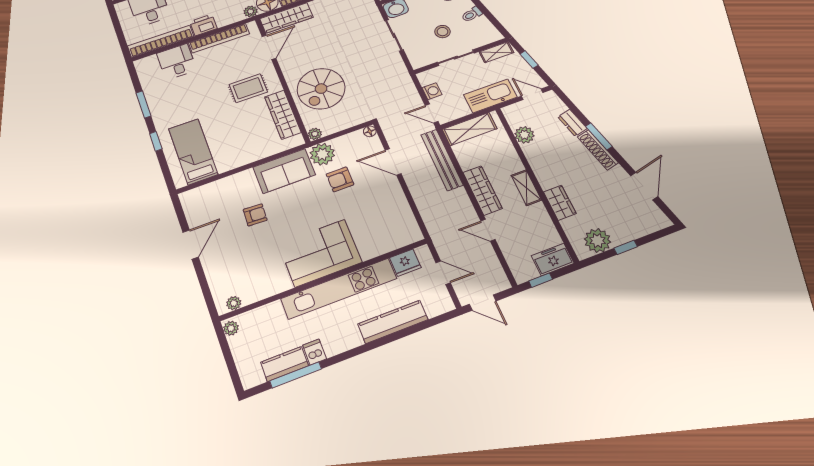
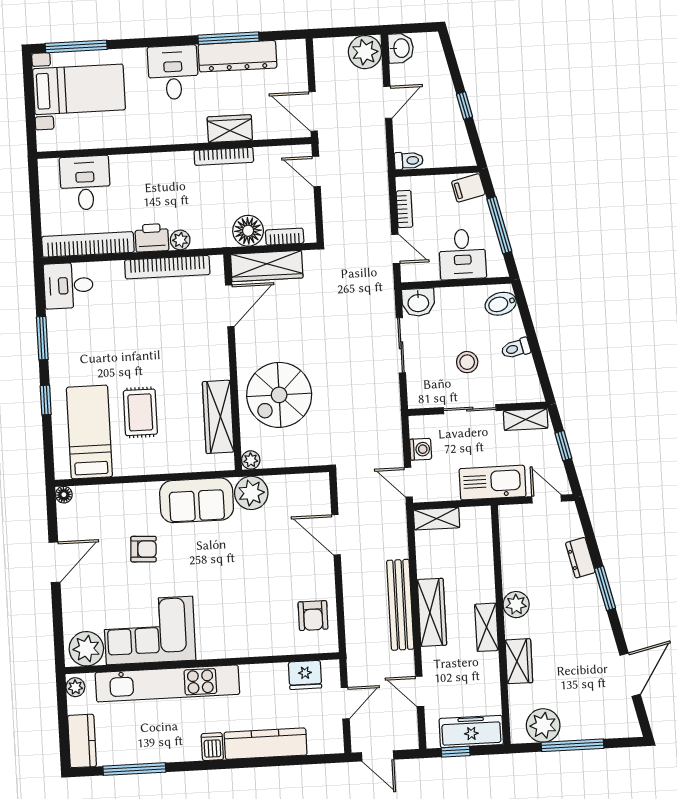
plant: (251, 11) -> (180, 240), moved
desk: (177, 62) -> (69, 285), moved, turned -90
rug: (248, 88) -> (140, 412), moved, turned 90
shelving: (470, 129) -> (437, 519), width x0.67, depth x0.75
floor lamp: (370, 131) -> (64, 495), moved
plant: (524, 135) -> (516, 605), moved
shoe rack: (598, 150) -> (595, 606), removed
bench: (442, 160) -> (400, 605), moved
armchair: (340, 179) -> (313, 616), moved, turned -90
door: (488, 230) -> (420, 691), moved
window: (626, 247) -> (572, 745), width x2.17
corner sofa: (320, 253) -> (149, 630), moved
freezer: (553, 260) -> (471, 731), width x1.40
door: (443, 273) -> (345, 703), hinge flipped
kitchen unit: (339, 289) -> (167, 683), moved
plant: (234, 303) -> (86, 649), width x1.88, depth x1.88
dishwasher: (315, 352) -> (212, 747), moved
kitchen counter: (285, 364) -> (82, 741), moved, turned 90

